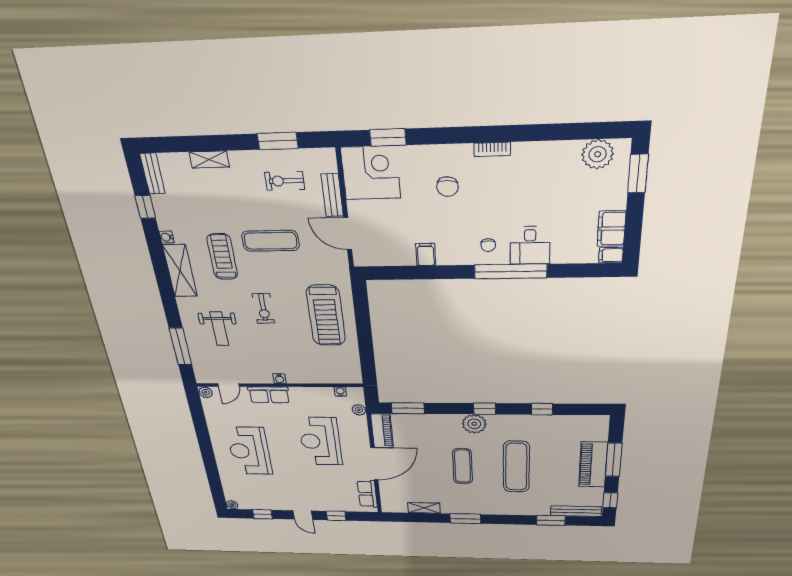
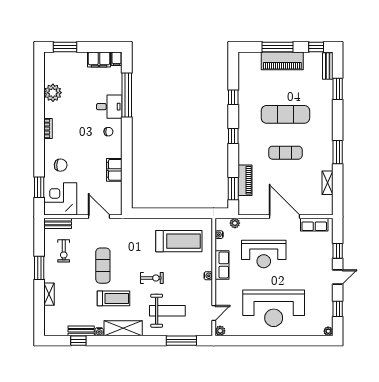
window: (278, 141) -> (39, 268), moved
plant: (598, 154) -> (53, 93), moved
bench: (153, 174) -> (81, 331), moved
chair: (447, 187) -> (61, 165), moved
bench: (332, 195) -> (58, 223), moved
door: (348, 234) -> (99, 217), swing flipped
filing cabinet: (426, 255) -> (114, 170), width x2.00
treadmill: (222, 257) -> (113, 298), turned 180
window: (511, 271) -> (127, 95), moved
treadmill: (326, 316) -> (179, 241), moved
weight bench: (219, 329) -> (167, 311), width x1.36, depth x1.33
door: (228, 385) -> (214, 313), hinge flipped
row of seats: (269, 395) -> (222, 265), moved
plant: (474, 424) -> (246, 143), removed
piano: (382, 431) -> (245, 180), moved, turned 90
reception desk: (249, 451) -> (274, 308), width x1.36, depth x1.30
bench: (576, 511) -> (328, 66), width x0.73

